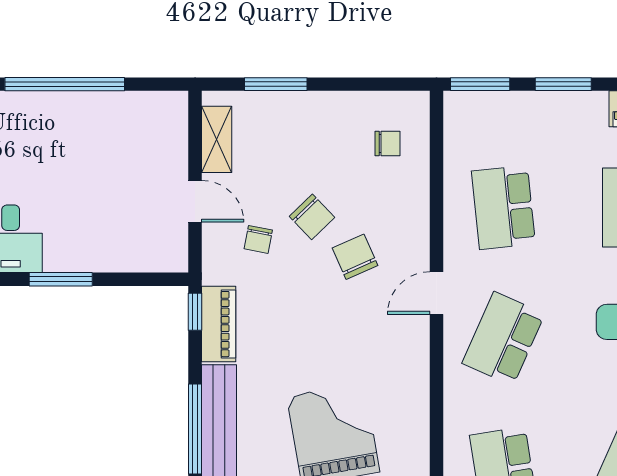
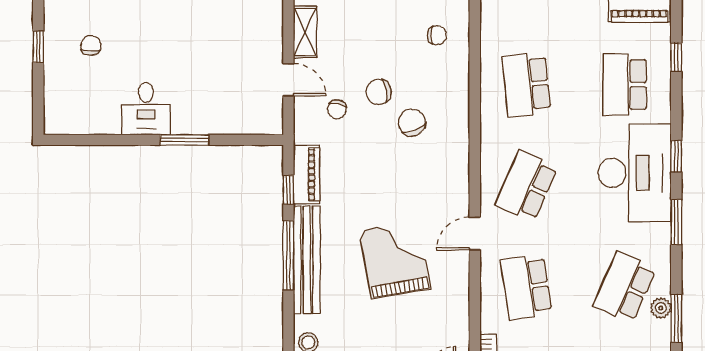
chair: (312, 217) -> (379, 92), turned 125
door: (436, 293) -> (475, 233), moved
window: (195, 312) -> (288, 190), moved

